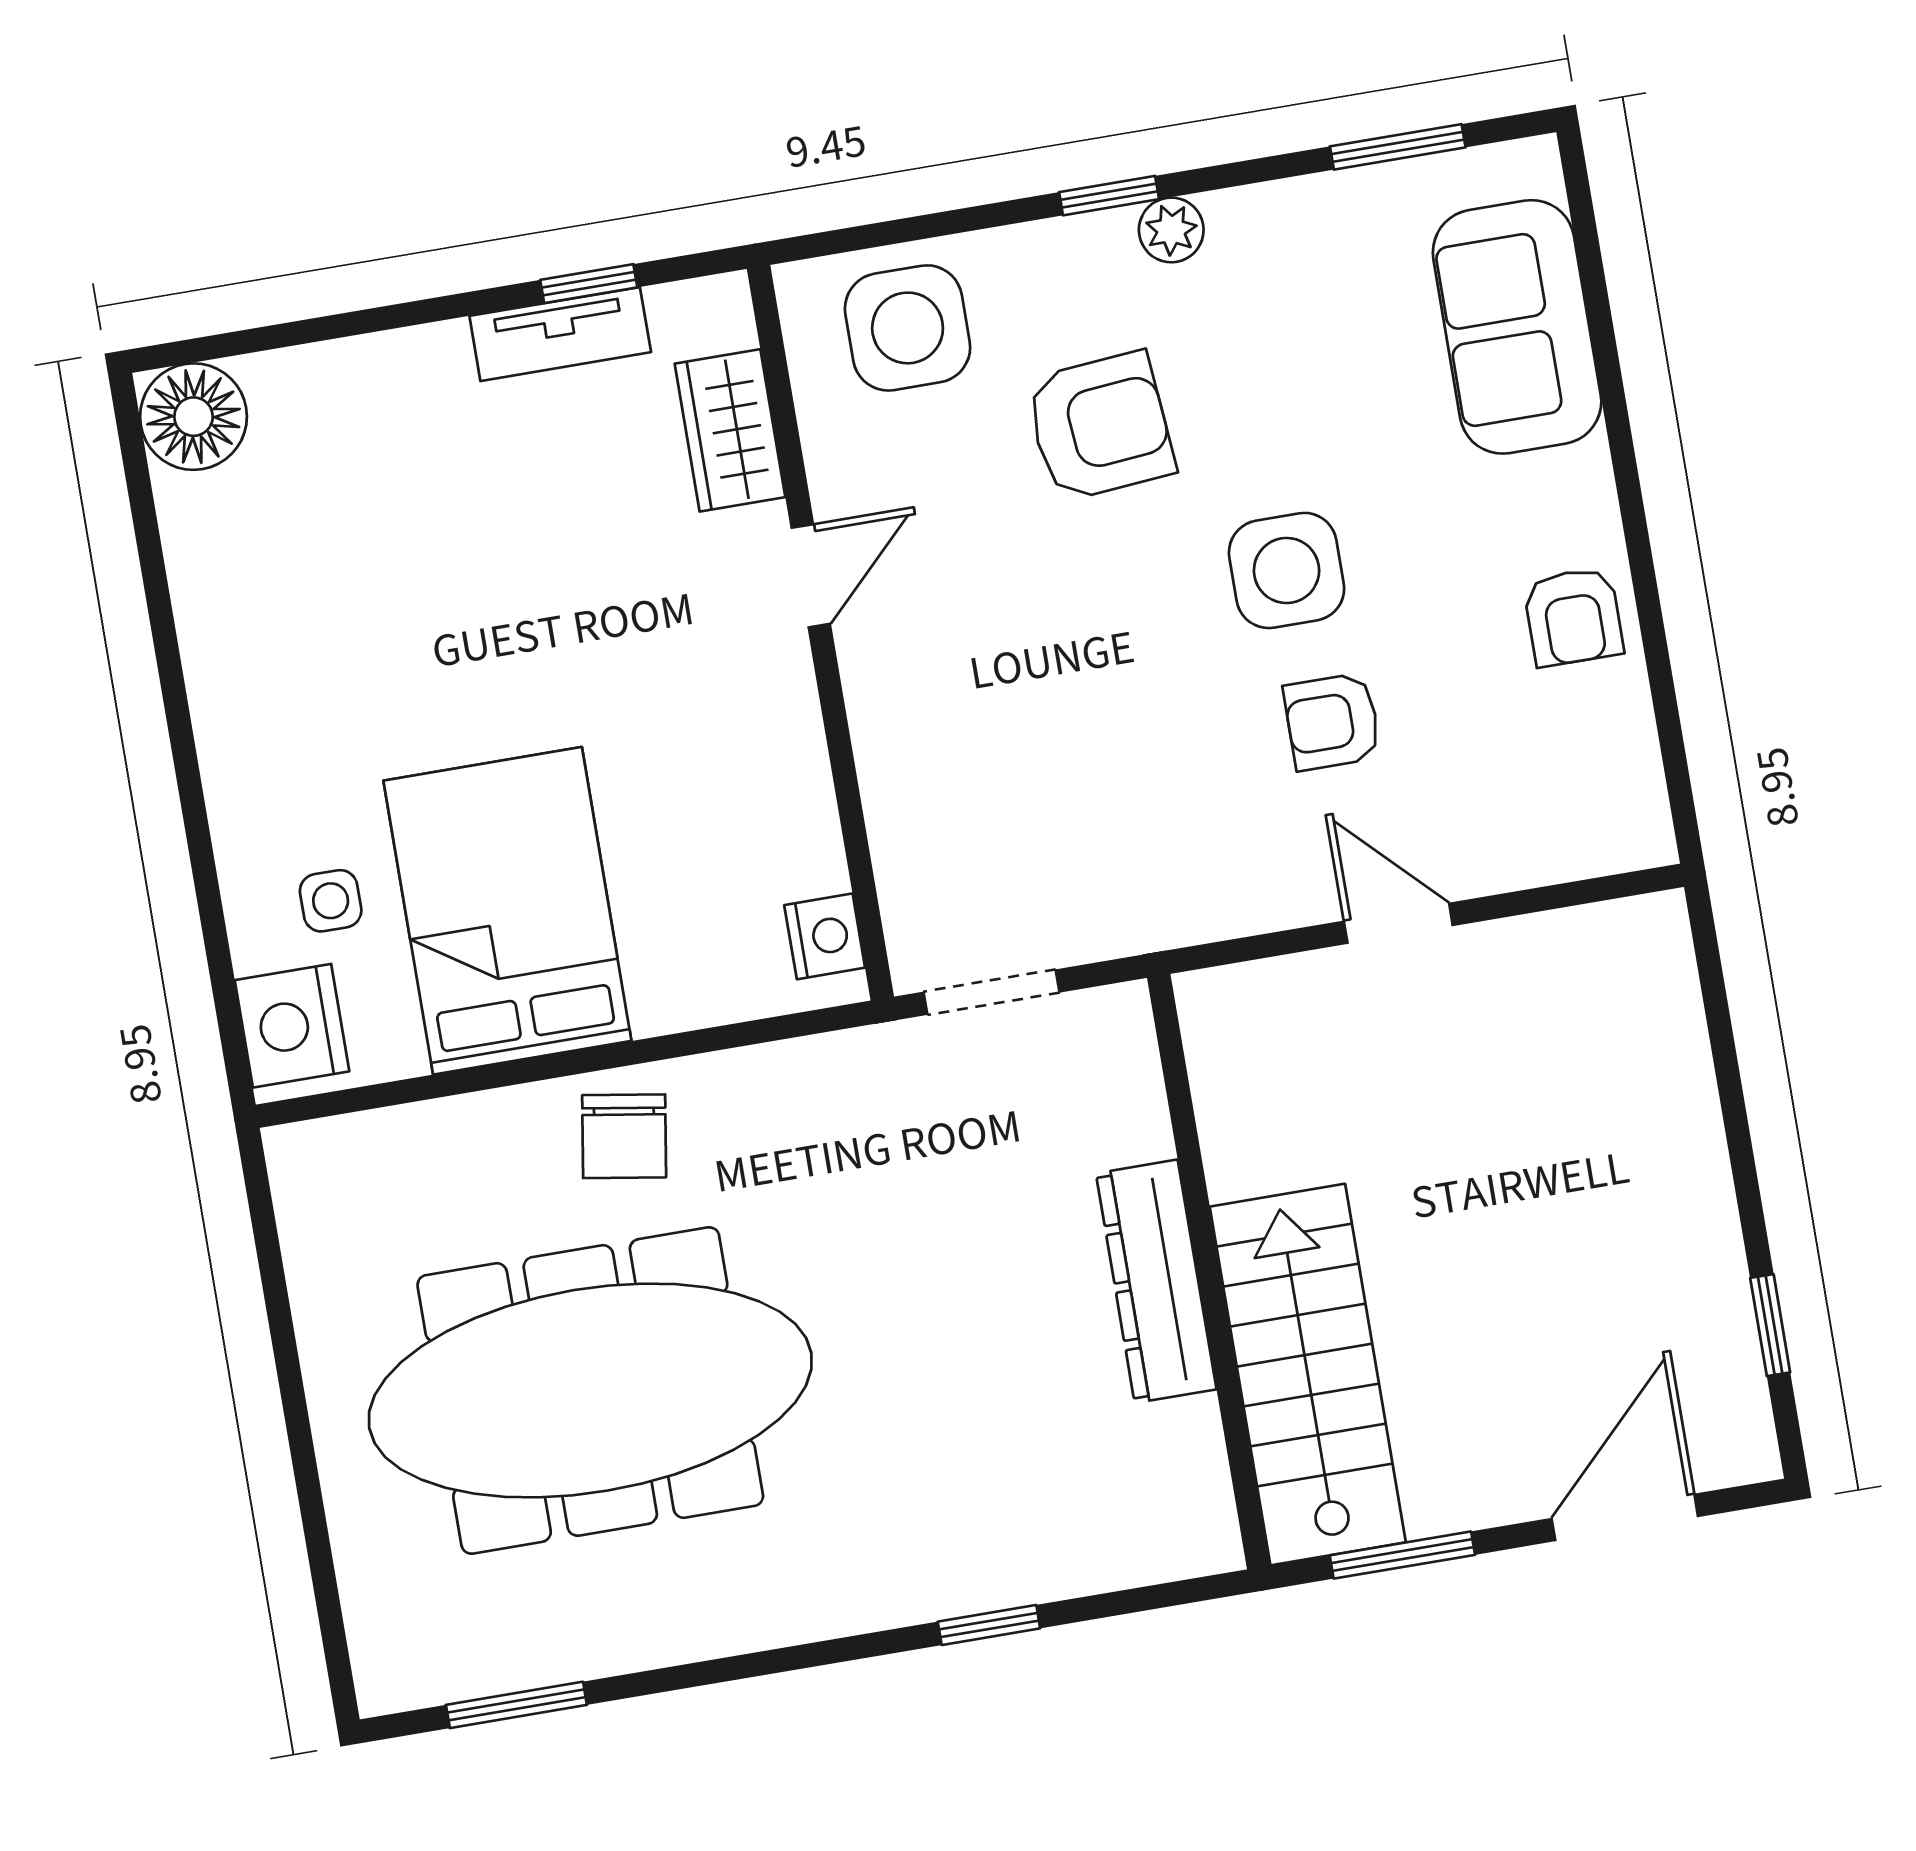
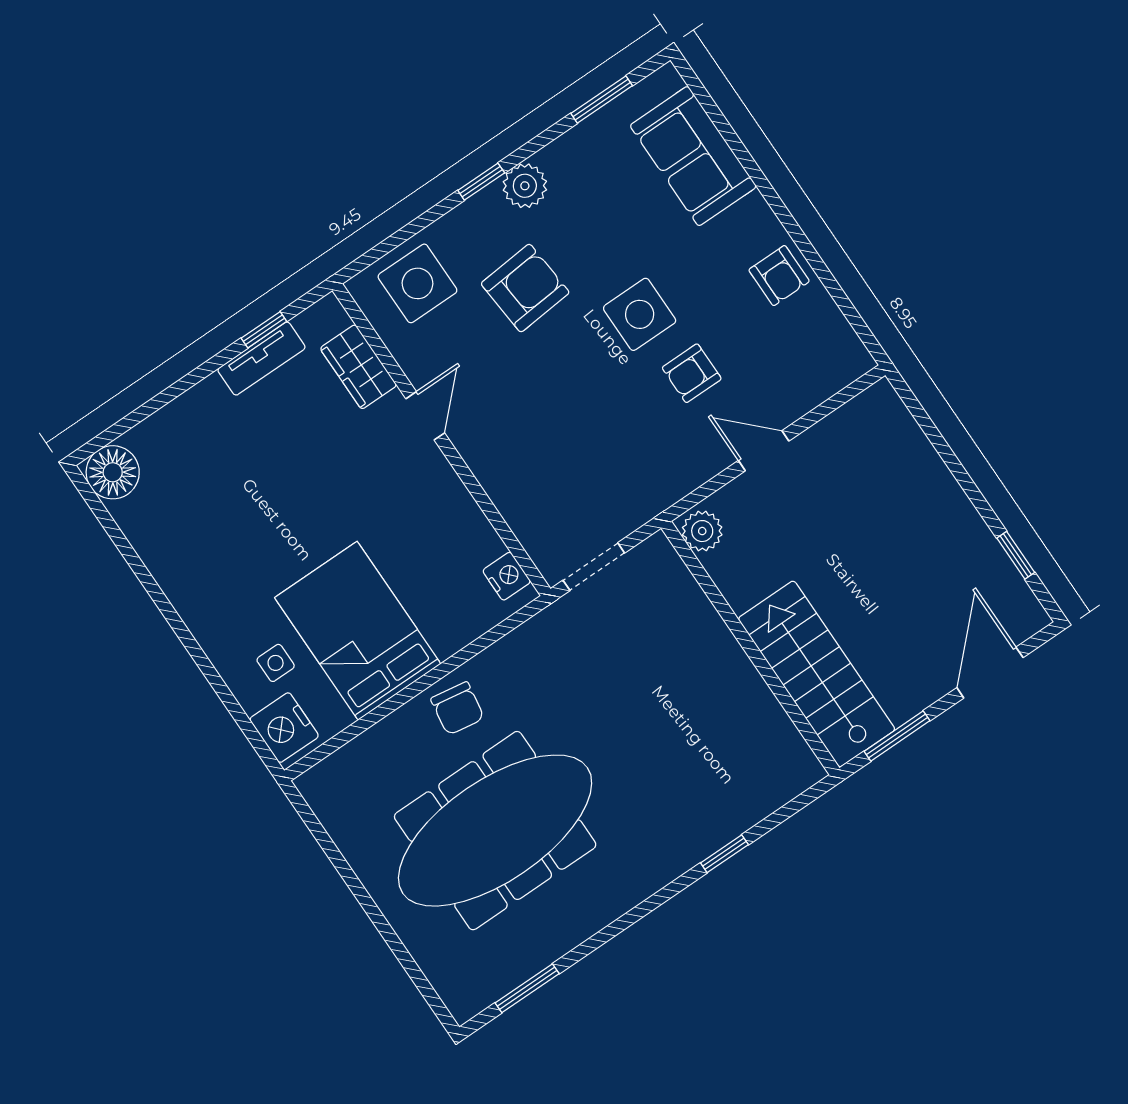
plant: (1171, 230) -> (525, 186), width x1.38, depth x1.38
plant: (1219, 1018) -> (702, 531), added
dresser: (1156, 1281) -> (729, 663), removed

